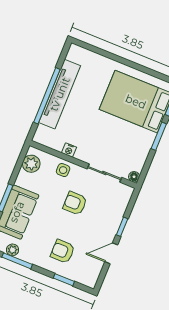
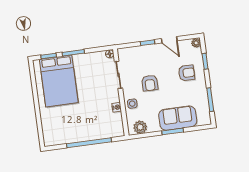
tv unit: (60, 94) -> (83, 135), removed
plant: (12, 250) -> (196, 43), moved
armchair: (63, 251) -> (187, 73), turned -90

